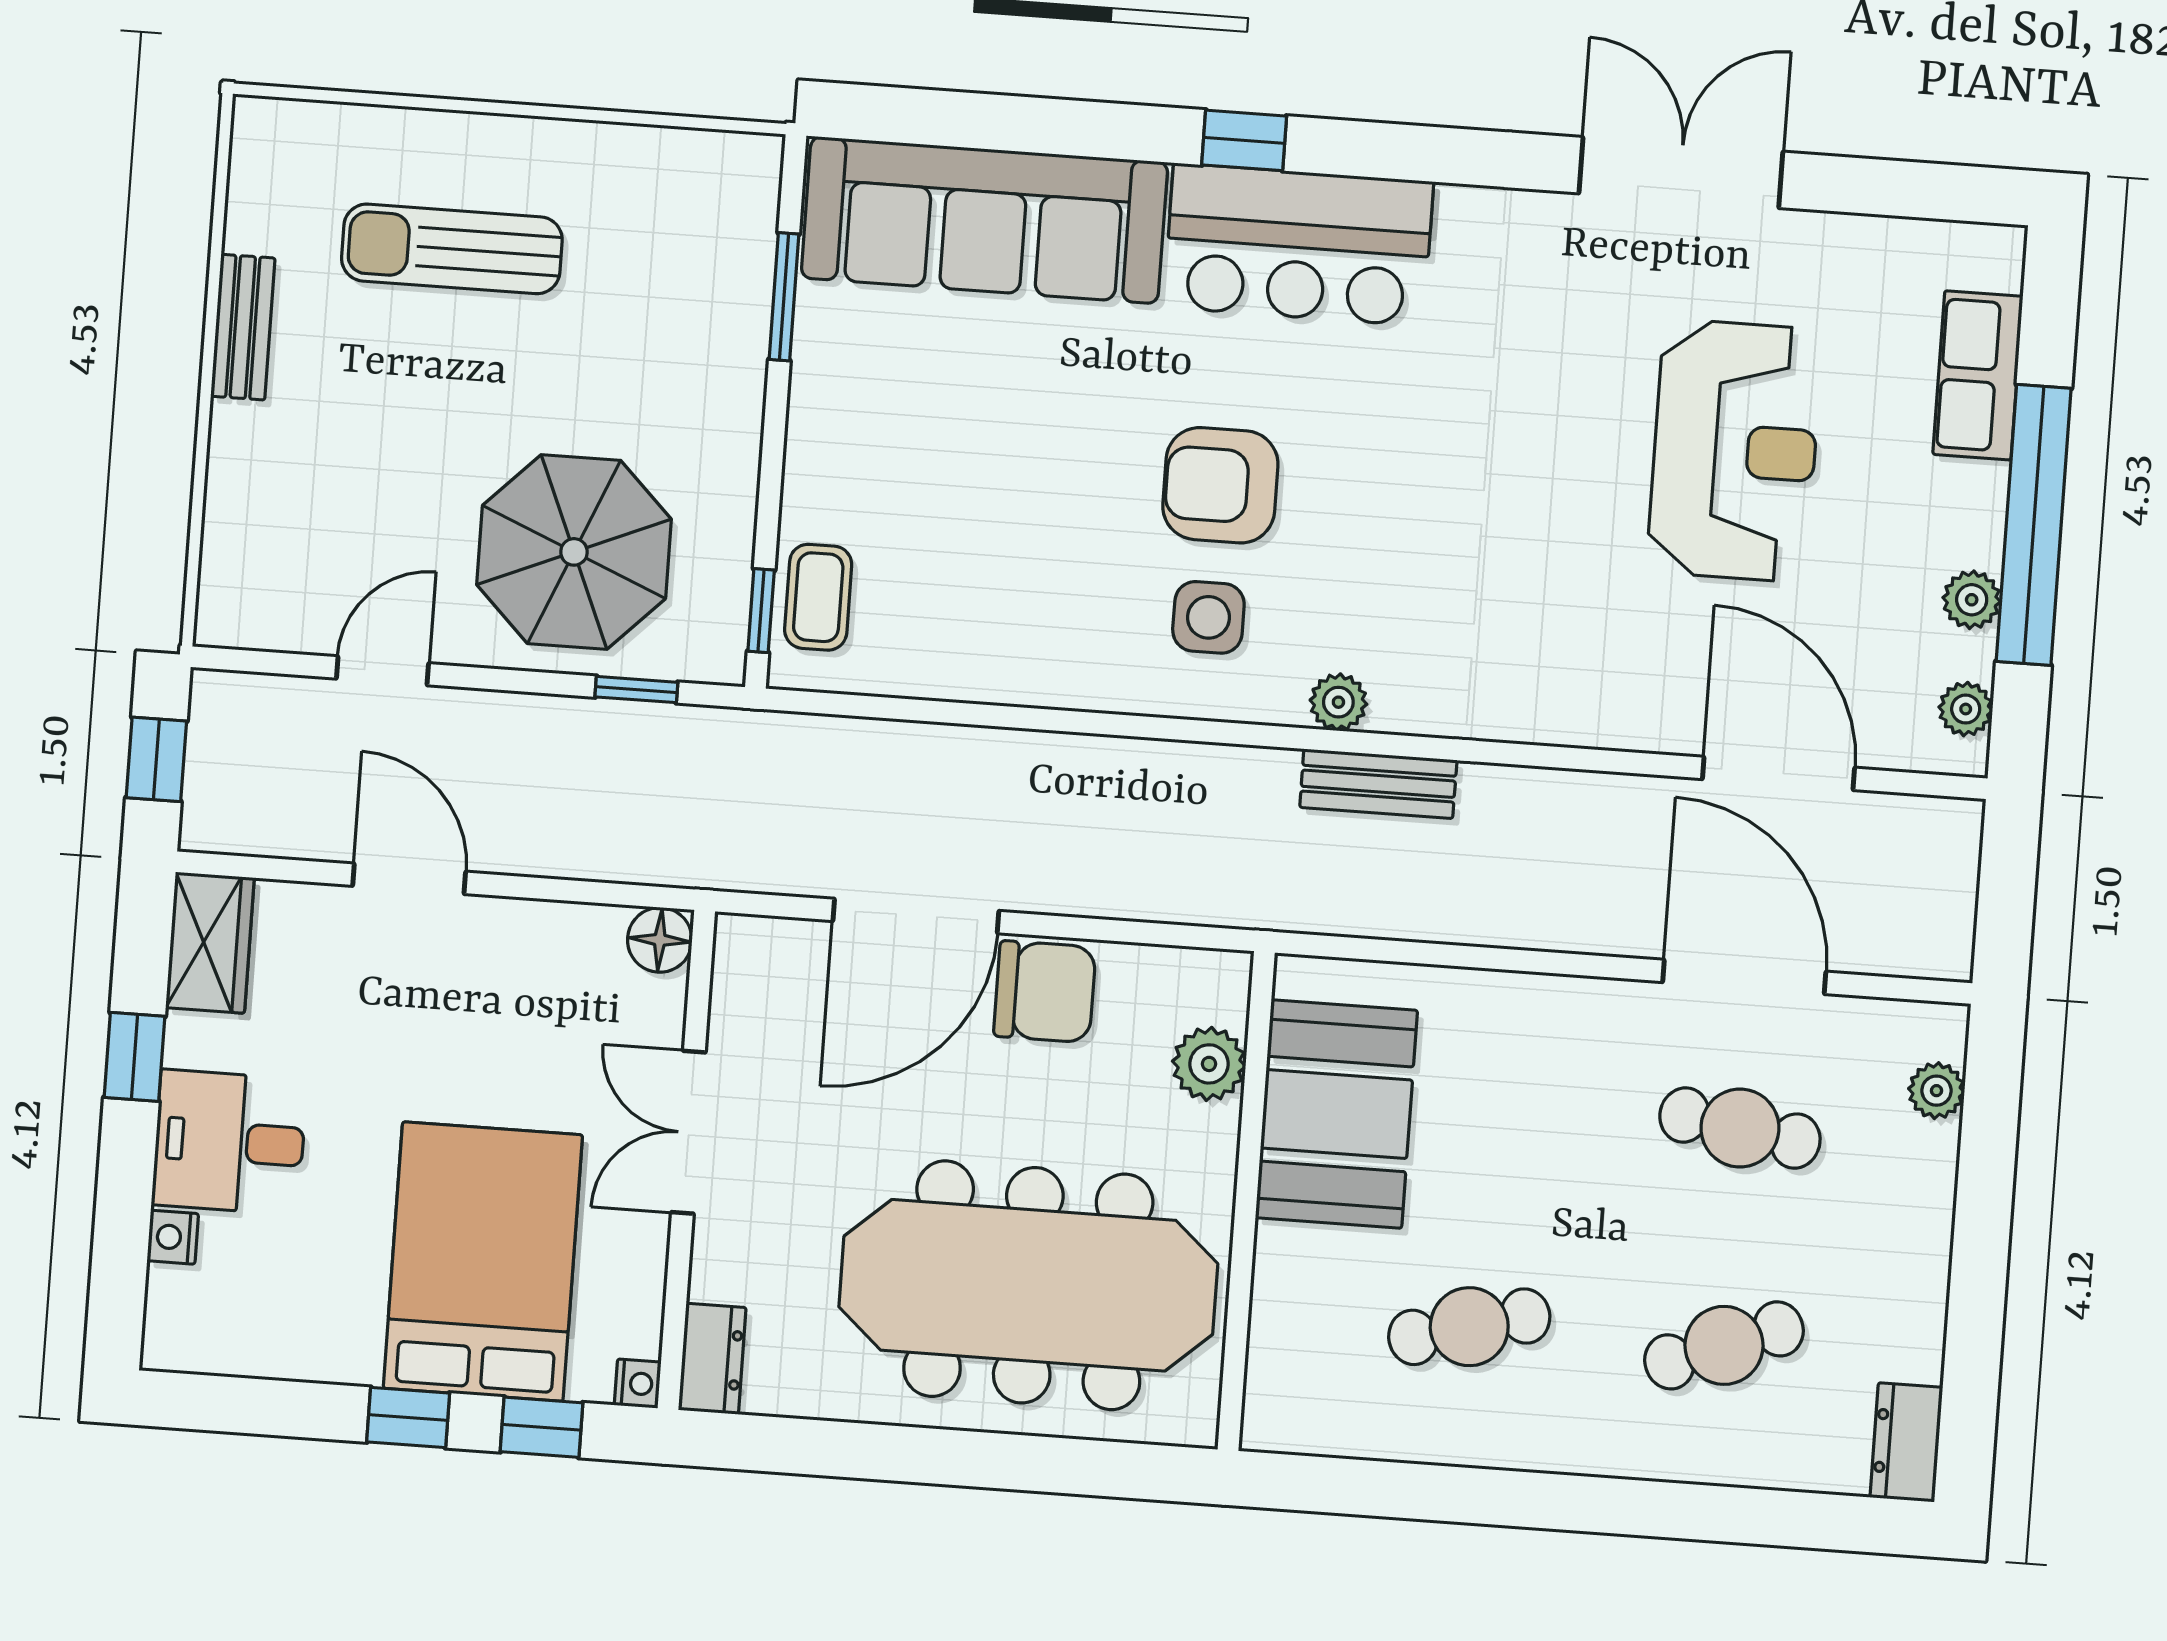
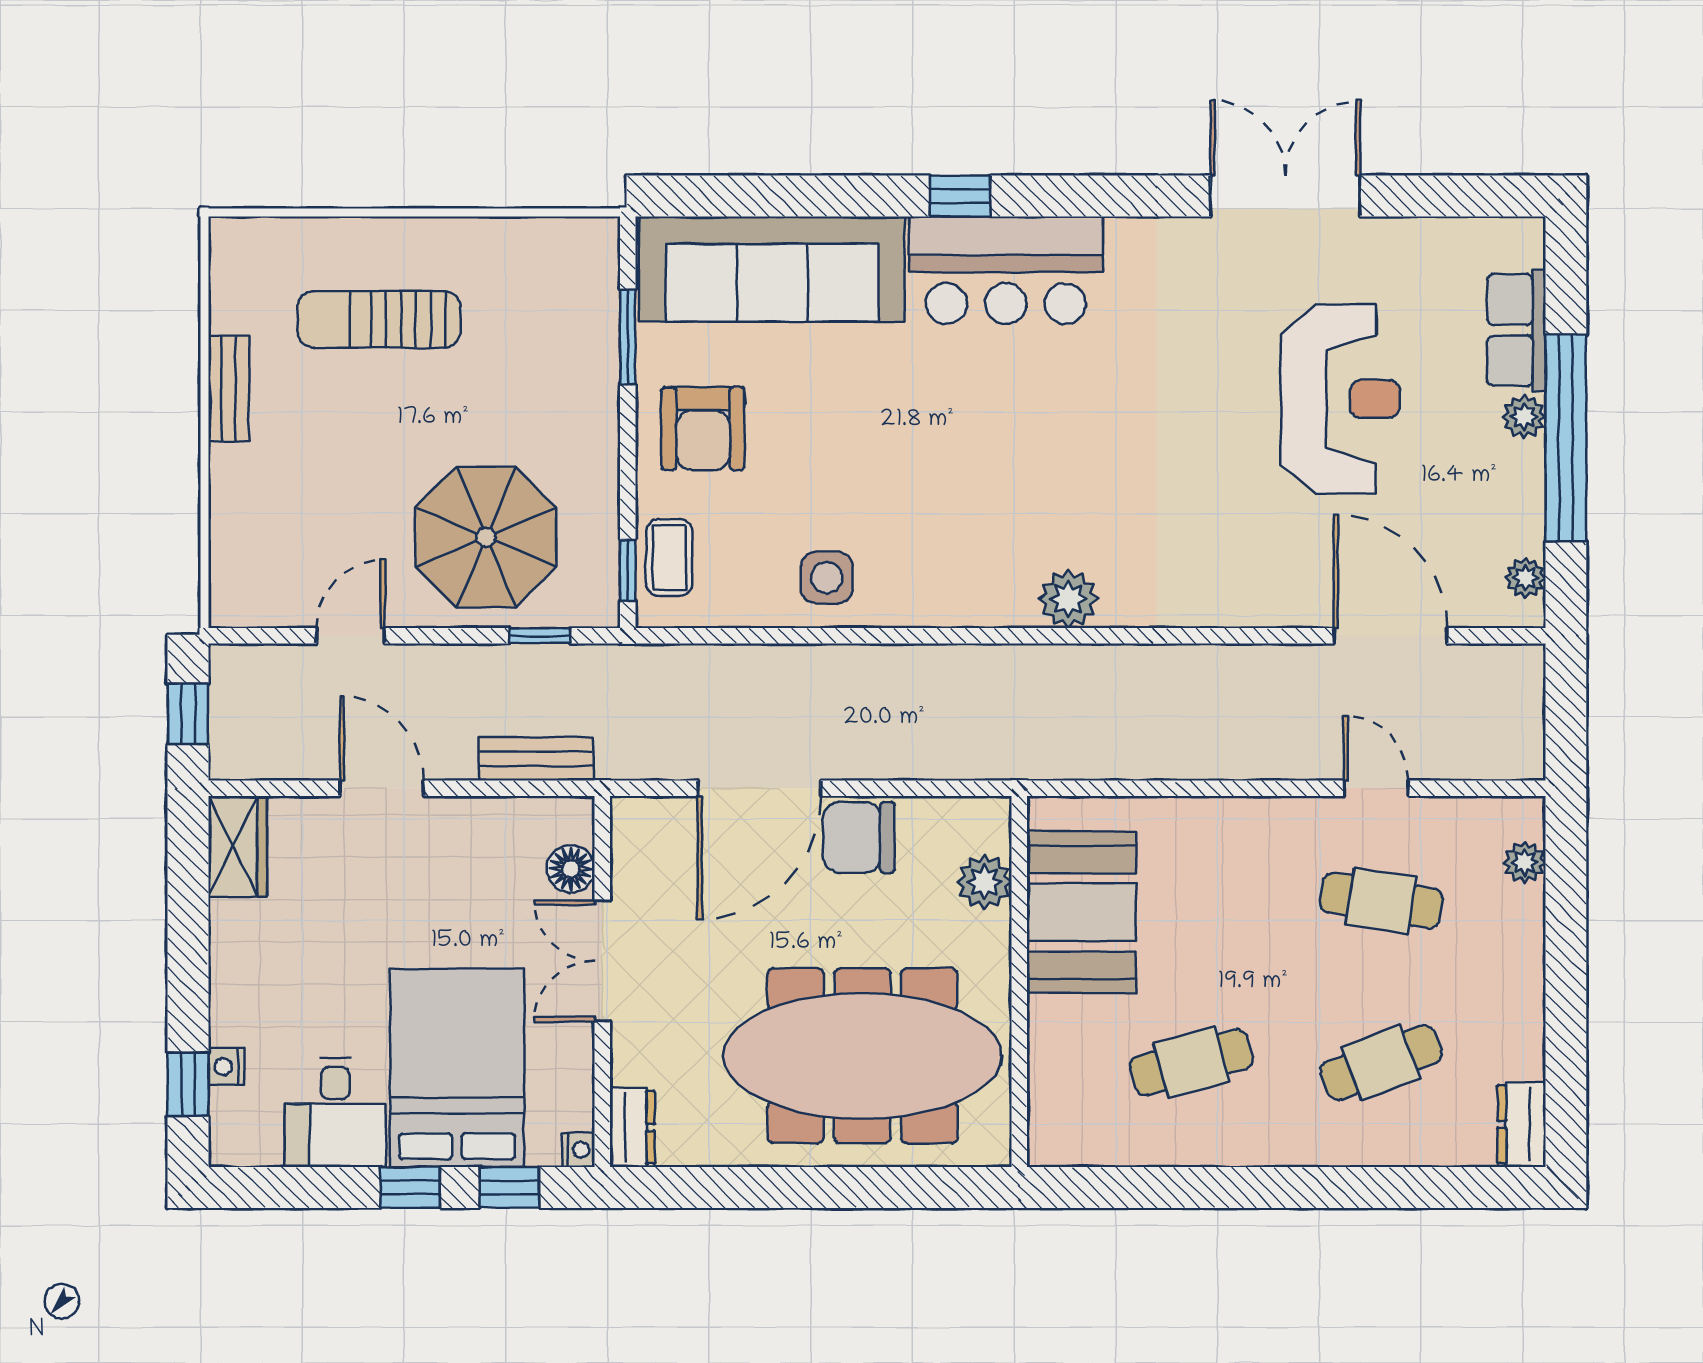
armchair: (1220, 485) -> (703, 429), moved, turned -90
plant: (1972, 600) -> (1524, 417), moved
side table: (1208, 617) -> (827, 578), moved
plant: (1338, 702) -> (1068, 599), width x1.38, depth x1.38
bench: (1378, 784) -> (536, 759), moved
floor lamp: (660, 940) -> (571, 869), moved
door: (1744, 977) -> (1376, 788), width x0.53
chair: (1045, 992) -> (859, 837), turned 180
window: (135, 1057) -> (188, 1084), moved
desk: (229, 1142) -> (335, 1113), moved, turned -90

